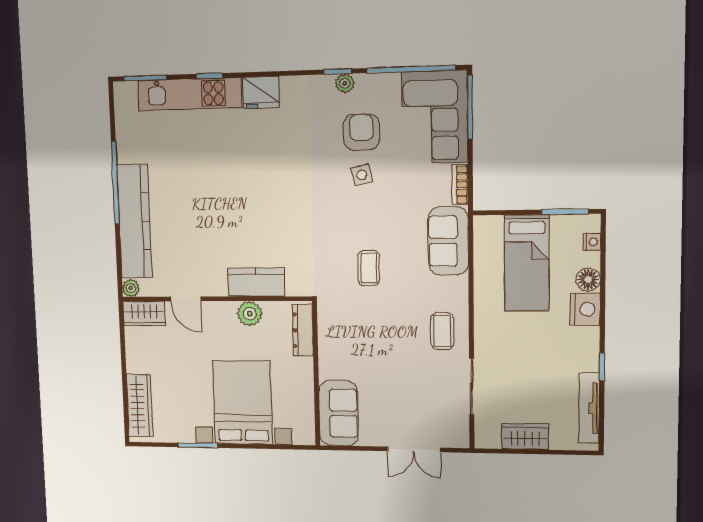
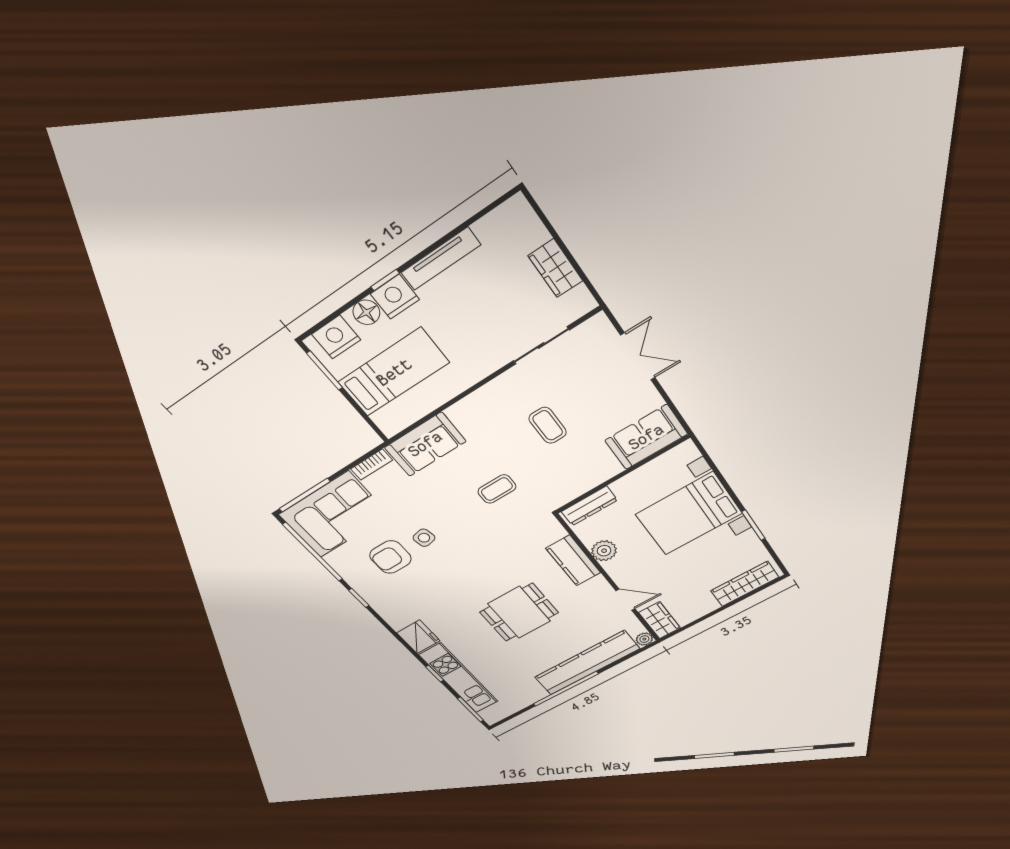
plant: (345, 83) -> (363, 589), removed
dining table: (230, 200) -> (519, 612), added
nightstand: (592, 242) -> (336, 337), width x1.89, depth x1.79
door: (186, 299) -> (625, 600), hinge flipped
coffee table: (442, 331) -> (548, 425), moved, turned 90
window: (602, 367) -> (385, 280), moved
tv unit: (589, 408) -> (441, 259), moved

